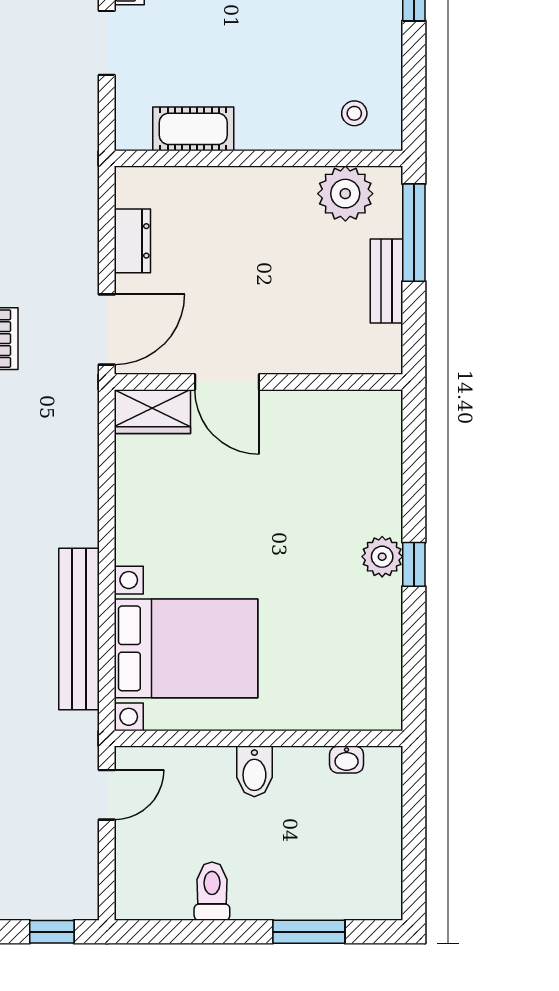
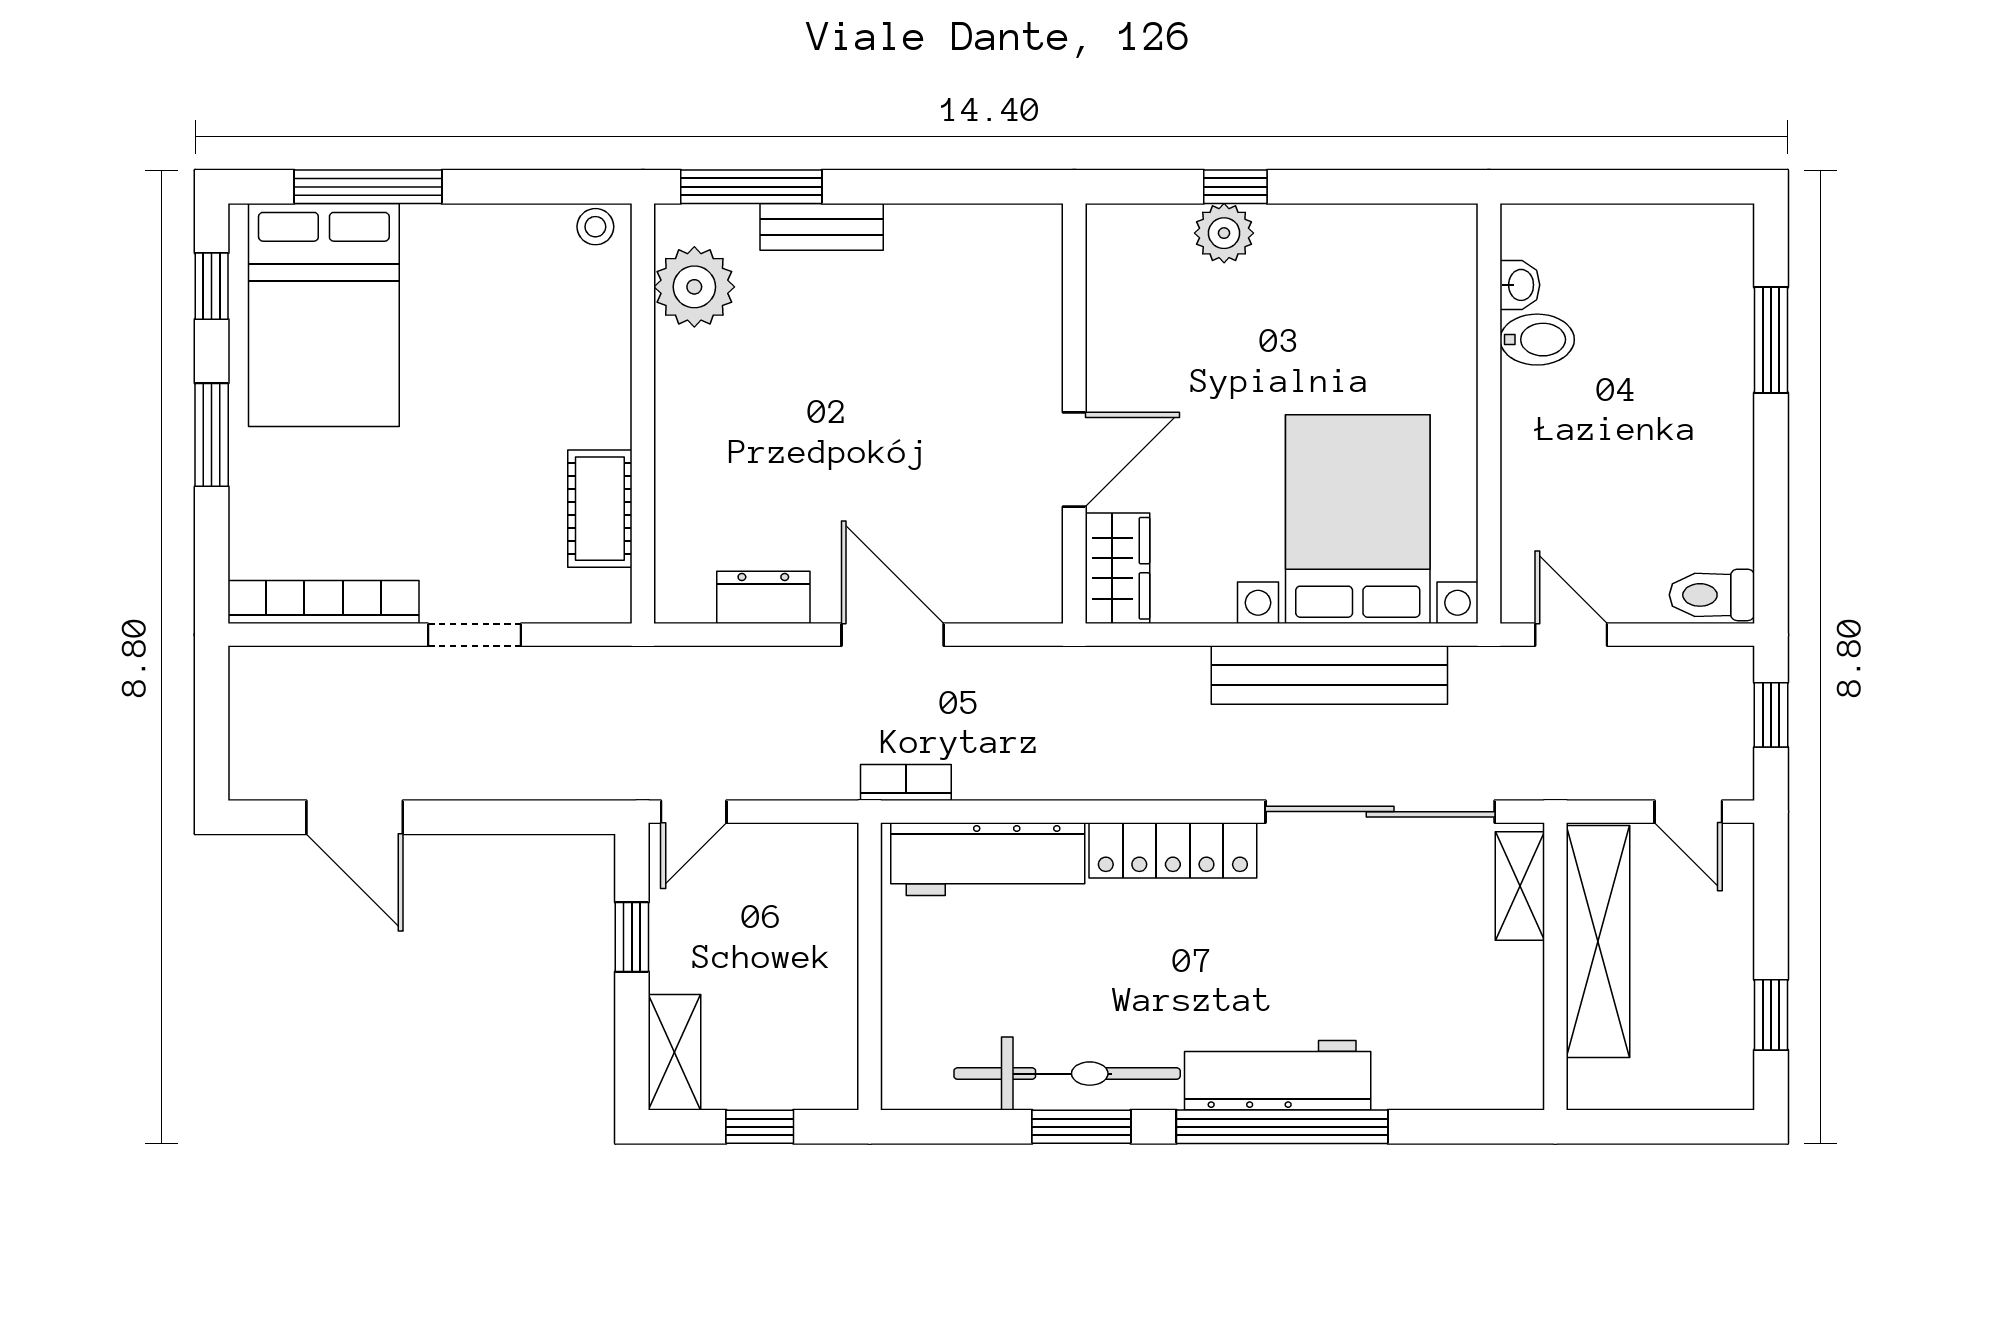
stool: (354, 113) -> (595, 227), moved
door: (227, 382) -> (1074, 459), moved
wall: (258, 382) -> (1074, 413), moved
wardrobe: (152, 412) -> (1117, 568), moved
bidet: (254, 771) -> (1537, 340), moved
toilet: (212, 891) -> (1712, 595), moved

